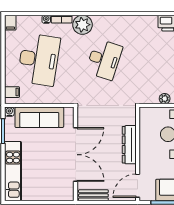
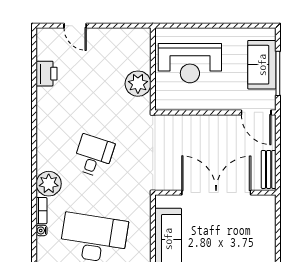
desk: (104, 59) -> (93, 156), width x0.73
plant: (165, 99) -> (138, 84), width x1.87, depth x1.87
dresser: (129, 145) -> (203, 123), removed

